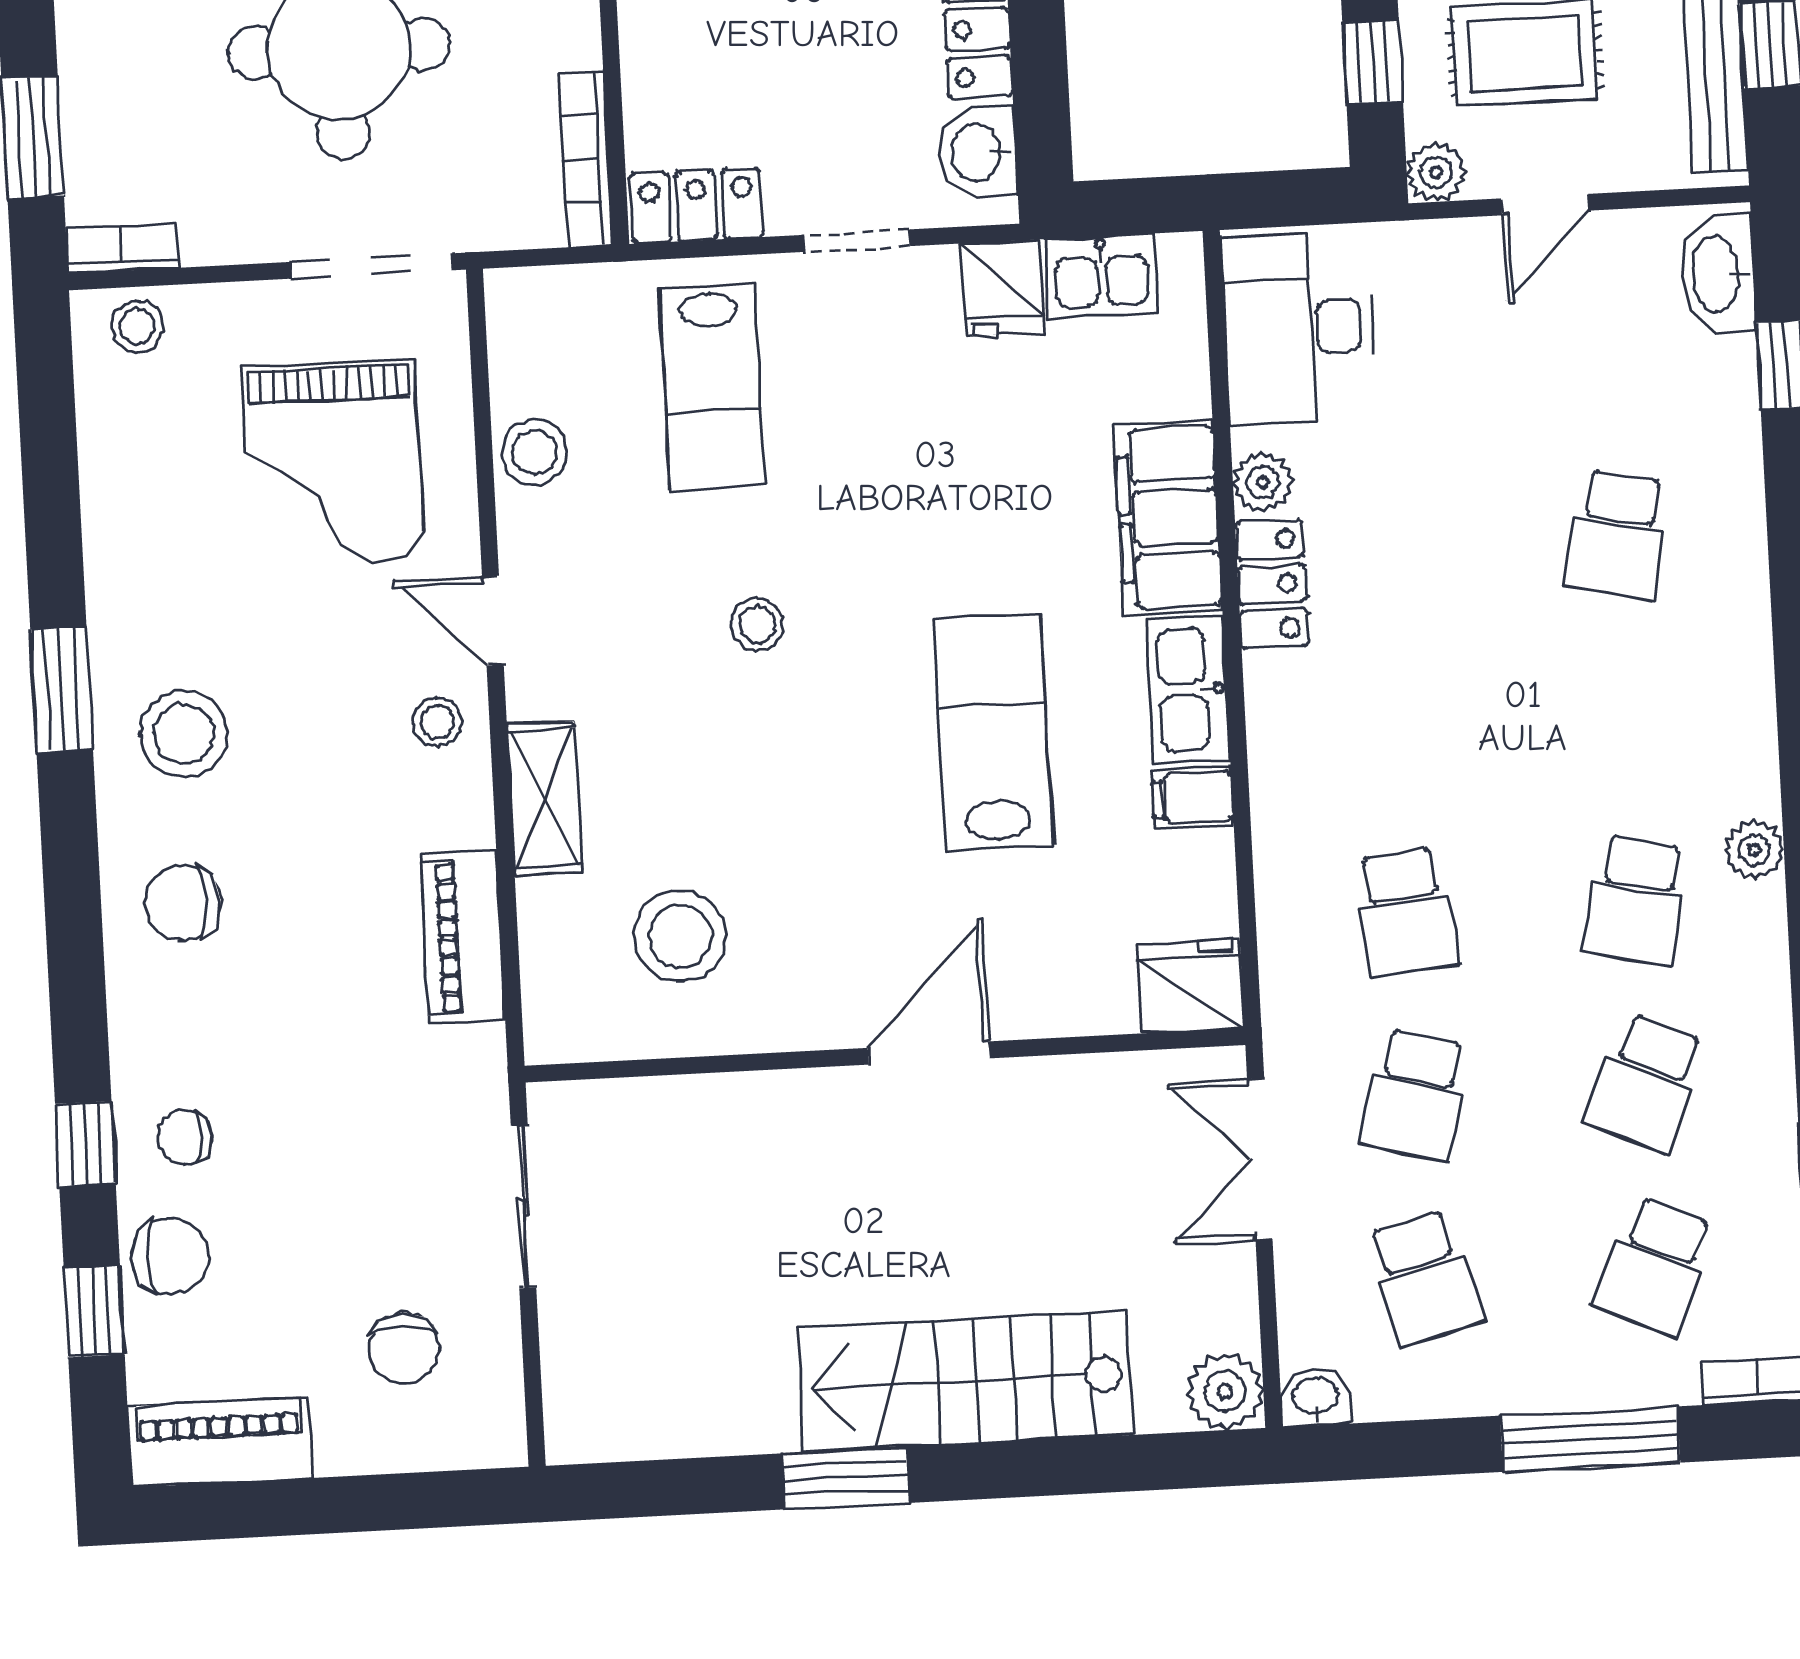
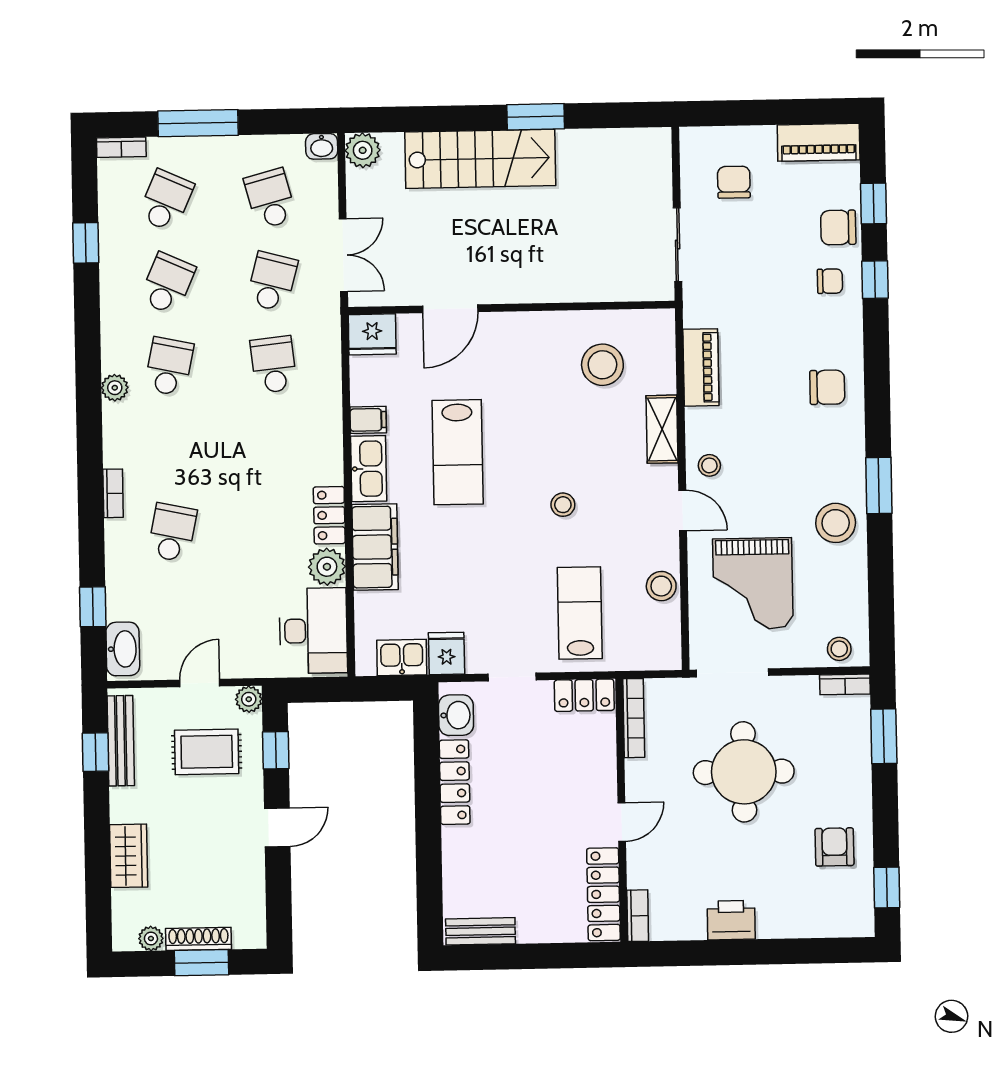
grand piano: (333, 464) -> (753, 584), turned 180
plant: (1263, 482) -> (327, 567), width x1.38, depth x1.38
bookcase: (1750, 617) -> (113, 493), added
stool: (184, 734) -> (836, 523), moved
door: (929, 1053) -> (450, 309), moved

